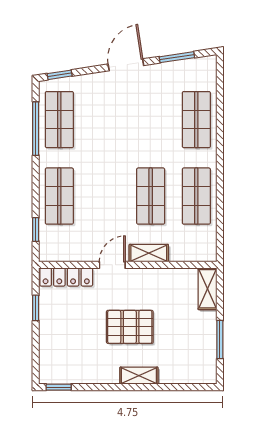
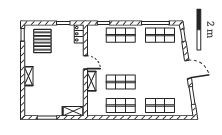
locker: (66, 277) -> (79, 34), width x0.66
pallet: (130, 327) -> (42, 41), moved

